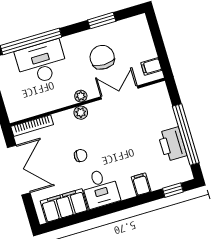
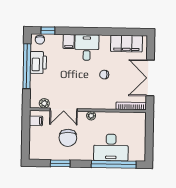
plant: (81, 113) -> (44, 103), moved
chair: (180, 175) -> (40, 40), added
desk: (100, 188) -> (87, 47), moved

